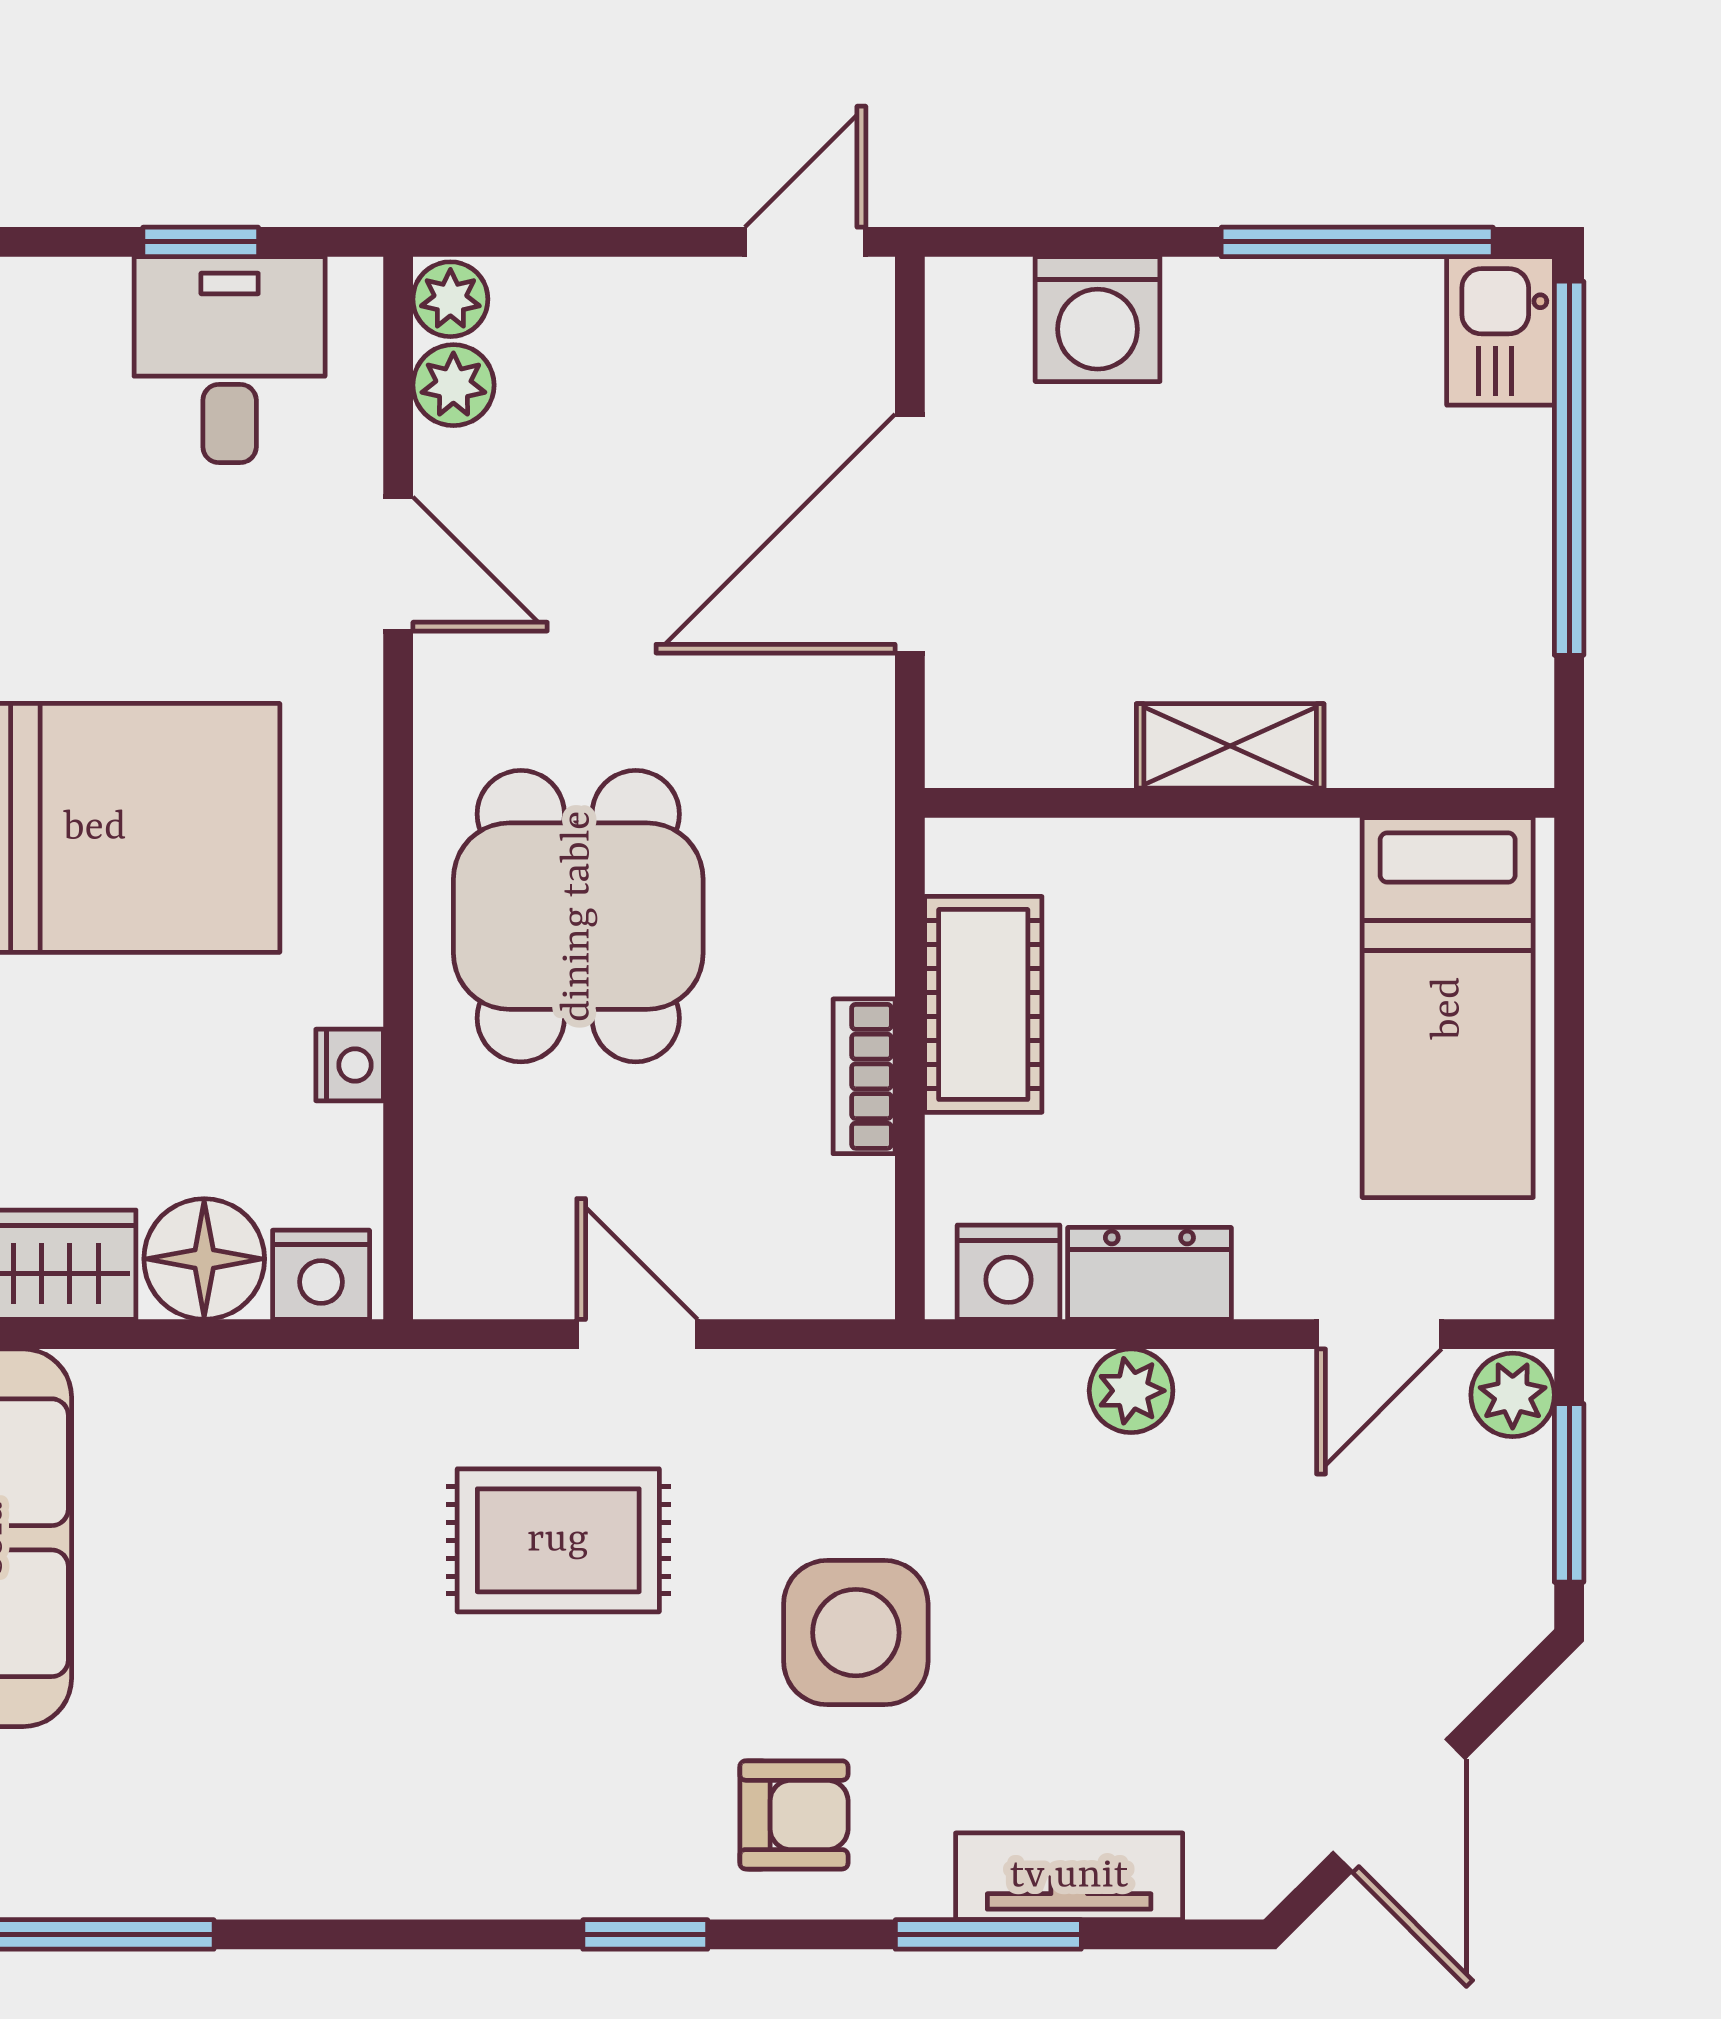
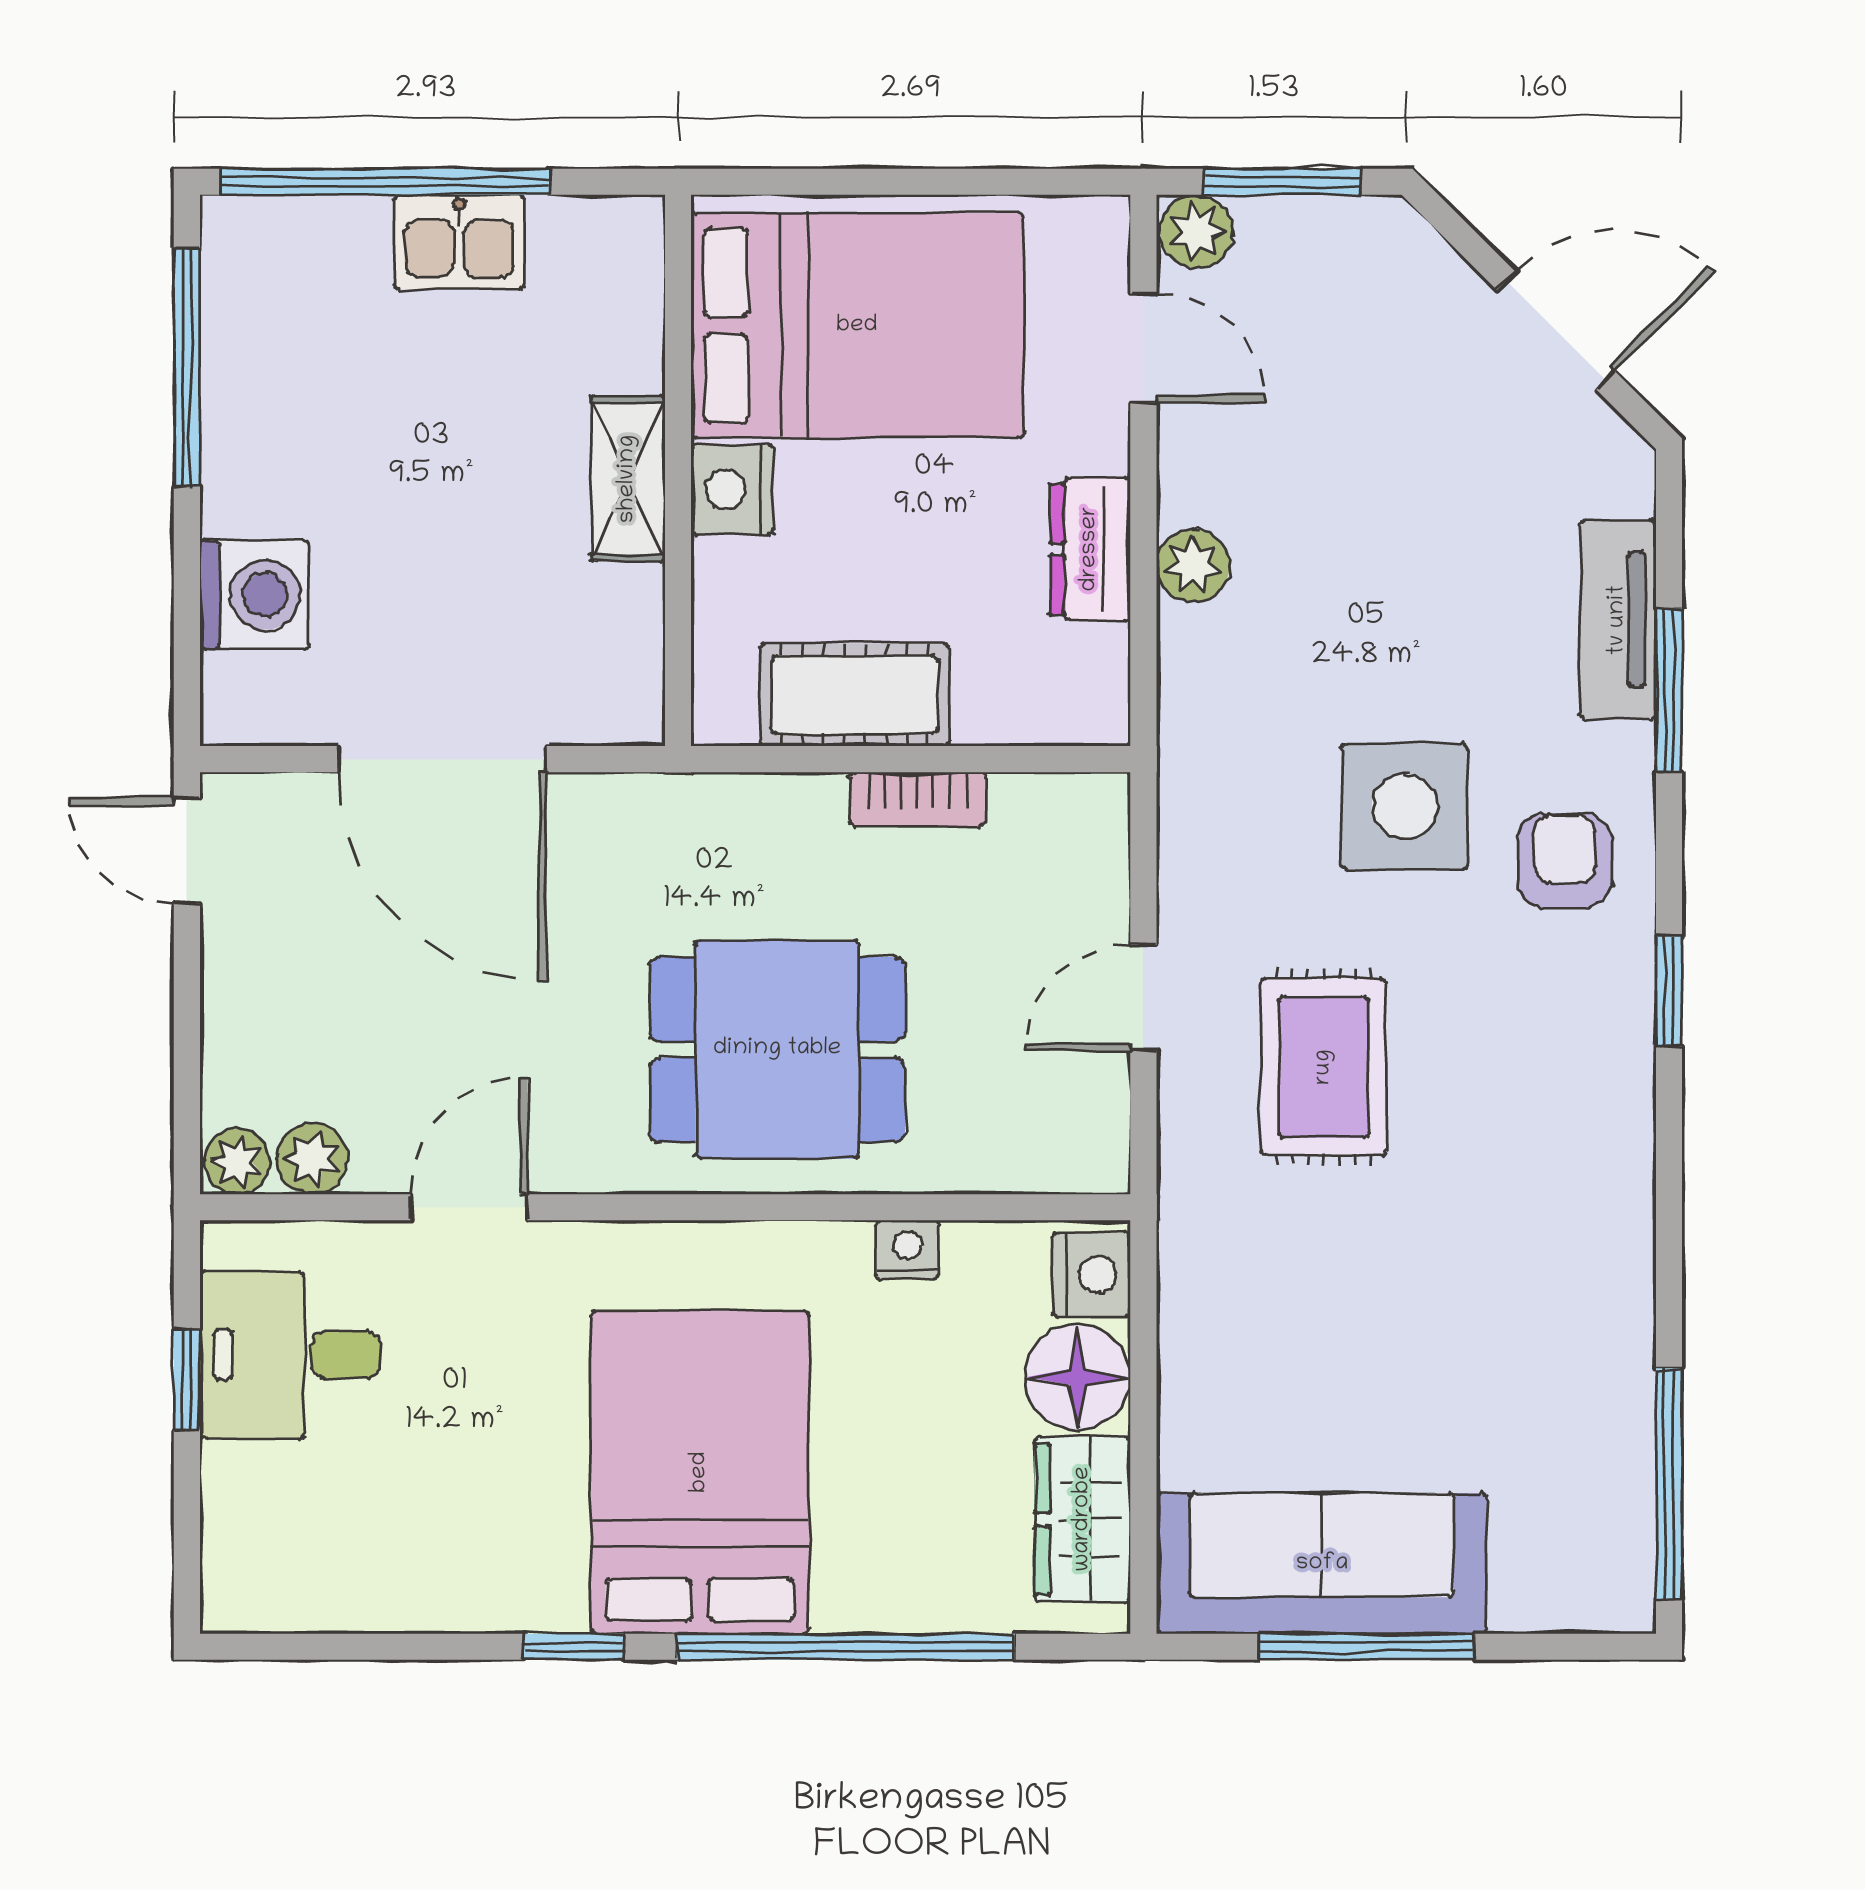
kitchen sink: (1501, 331) -> (459, 242), moved
bed: (1448, 1008) -> (857, 326), width x1.50
nightstand: (1009, 1272) -> (732, 490), moved, turned 180

